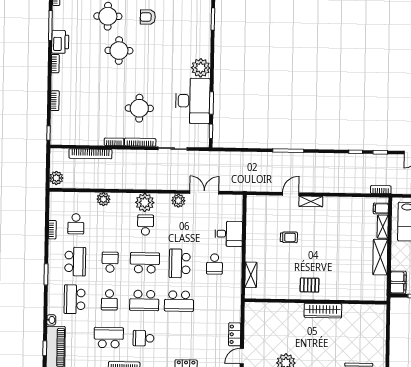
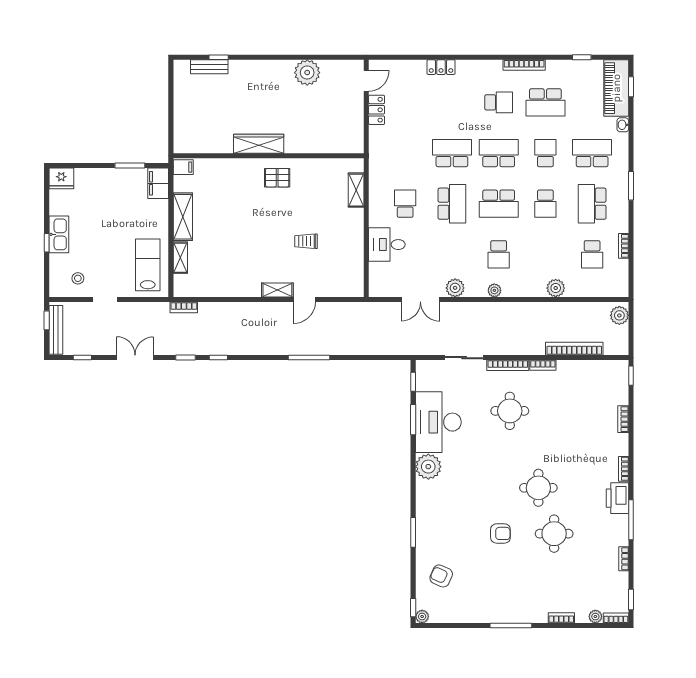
plant: (145, 203) -> (494, 290), width x0.53, depth x0.53
filing cabinet: (381, 208) -> (183, 167), moved
school desk: (76, 224) -> (592, 254), turned 180
school desk: (75, 299) -> (592, 153), turned -90

